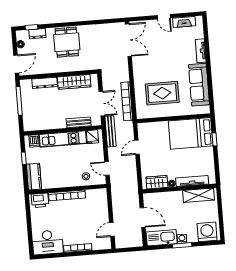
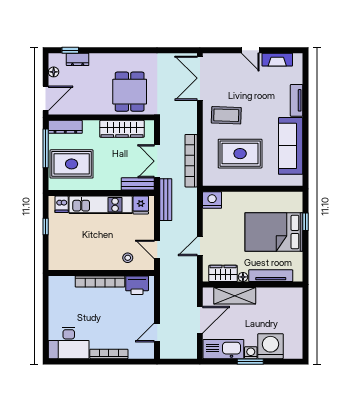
double door: (128, 40) -> (200, 78), swing flipped
dining table: (67, 42) -> (130, 92), moved
coffee table: (150, 66) -> (226, 115), added
dresser: (45, 83) -> (65, 127), moved
double door: (102, 104) -> (157, 161), swing flipped
rug: (39, 111) -> (72, 164), added
bench: (79, 122) -> (138, 184), moved
nightstand: (144, 129) -> (212, 200), added
bed: (191, 133) -> (274, 232), moved
door: (137, 147) -> (200, 246), moved
kitchen counter: (34, 177) -> (57, 253), removed
shelving: (199, 195) -> (235, 296), moved
printer: (40, 200) -> (137, 285), moved
door: (143, 218) -> (200, 320), hinge flipped
washing machine: (207, 232) -> (270, 346), moved

